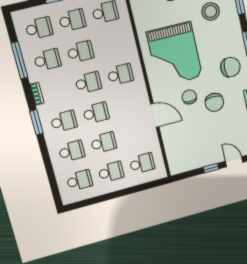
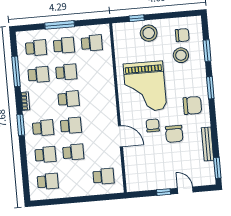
school desk: (120, 75) -> (96, 96), removed
school desk: (111, 172) -> (76, 179), removed

